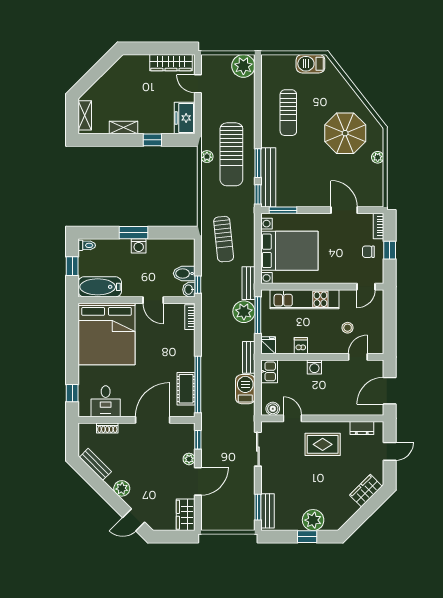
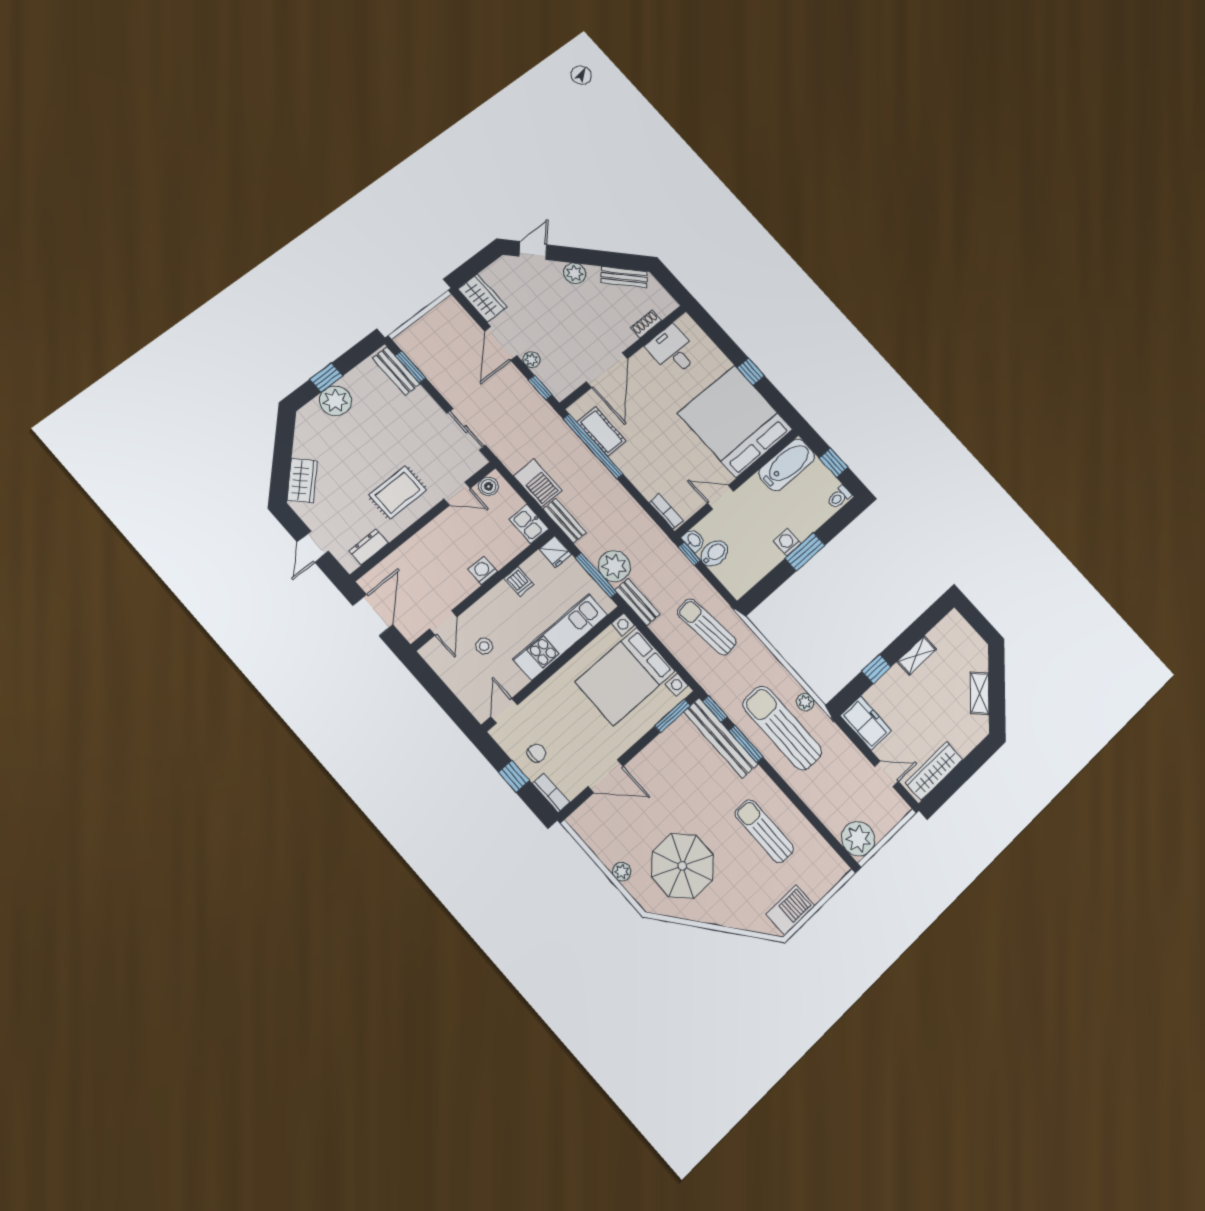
shelving: (85, 115) -> (980, 693), moved, turned 45
window: (72, 393) -> (751, 372), moved

